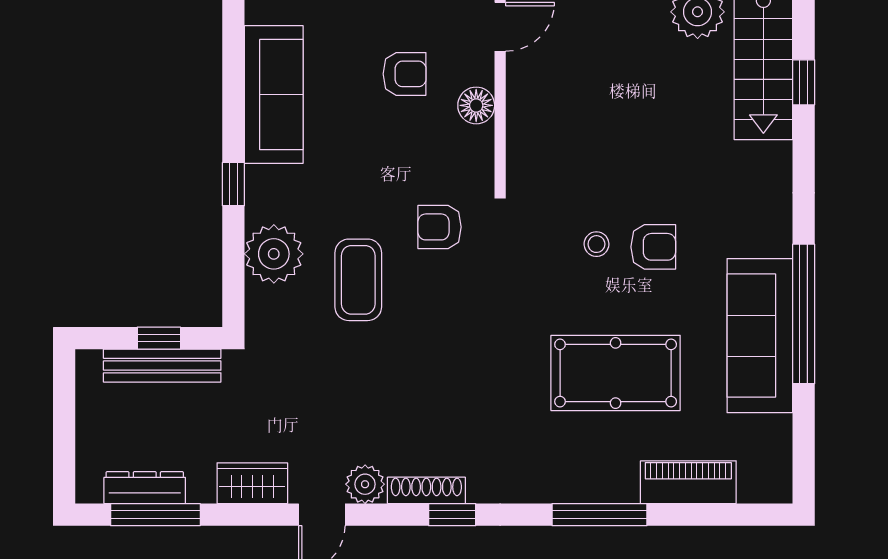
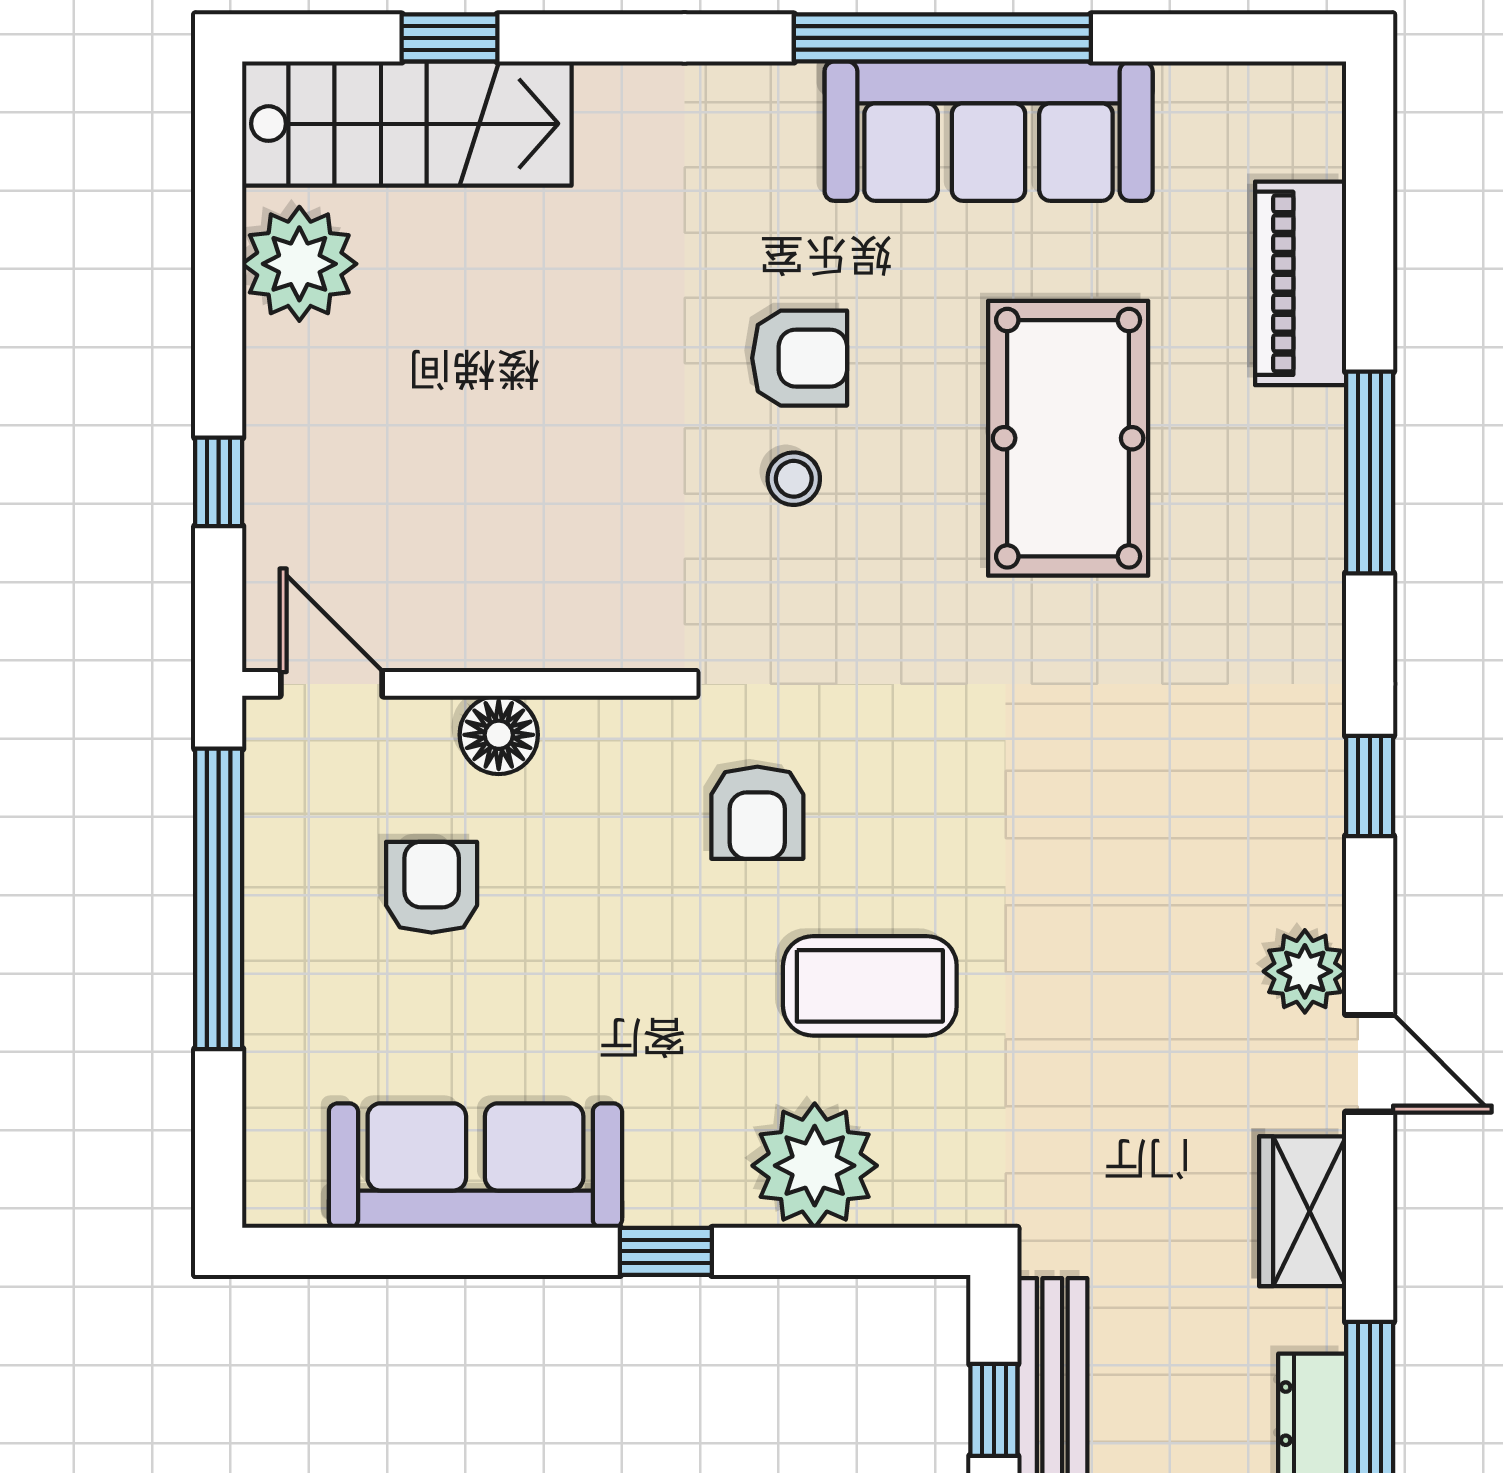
armchair: (653, 247) -> (800, 358), turned 90
shoe rack: (426, 490) -> (1318, 841), removed

